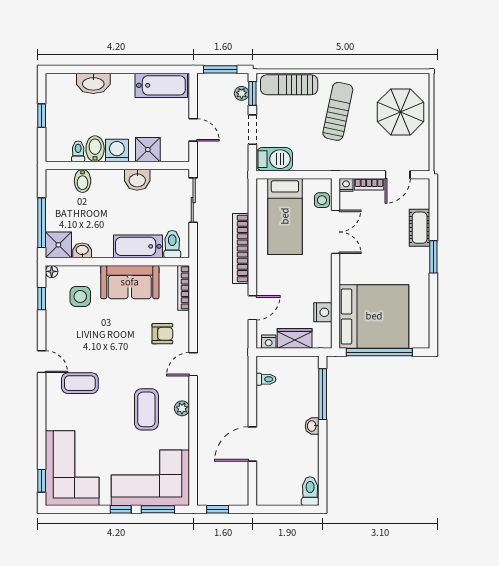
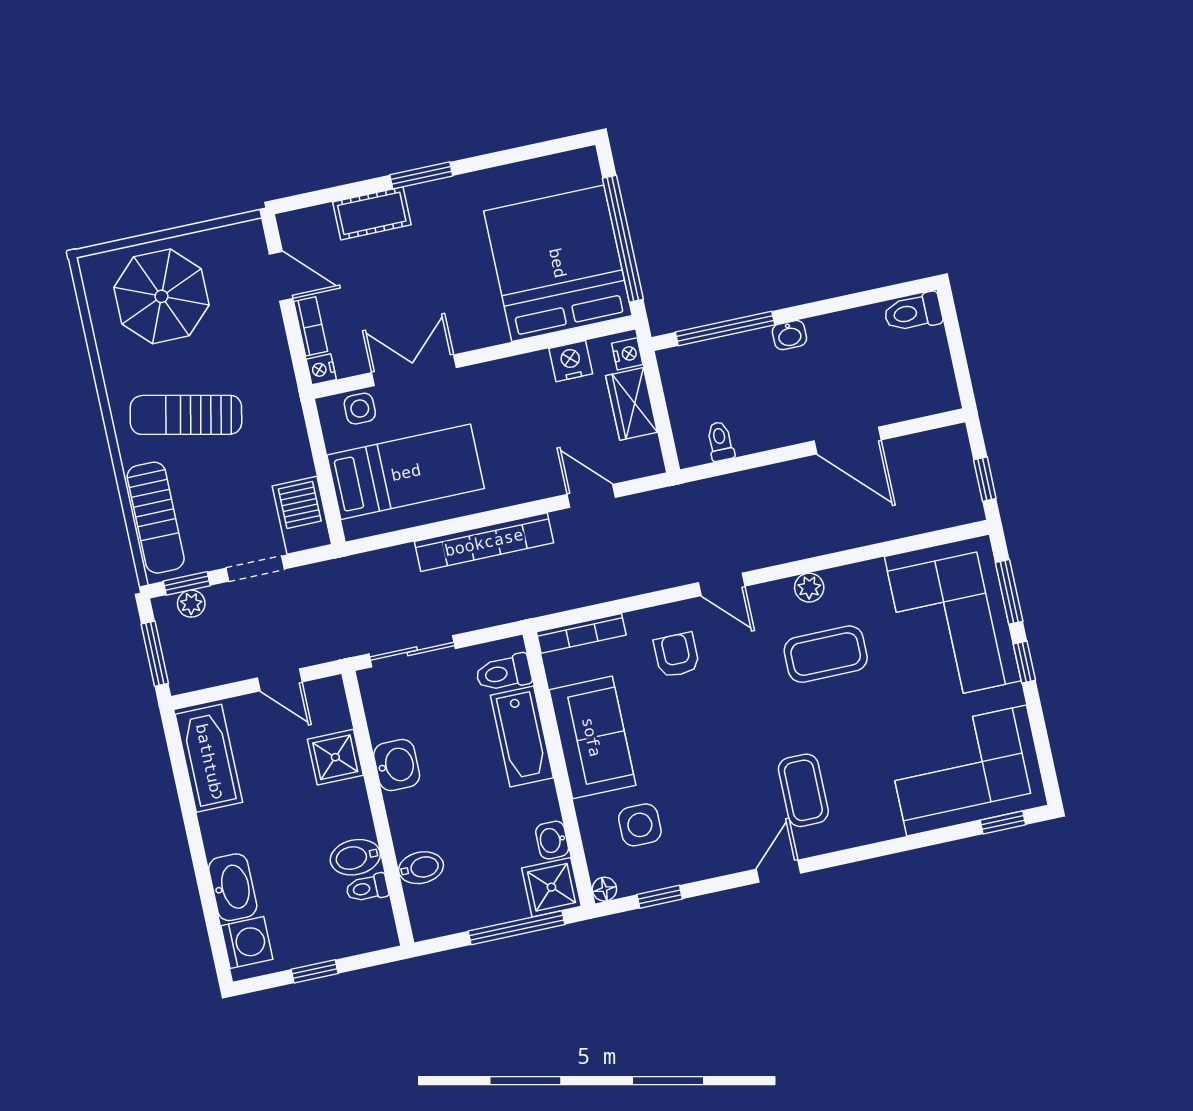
door: (193, 130) -> (280, 680), swing flipped
washing machine: (117, 150) -> (247, 943), moved, turned 180
nightstand: (269, 342) -> (627, 354), moved

